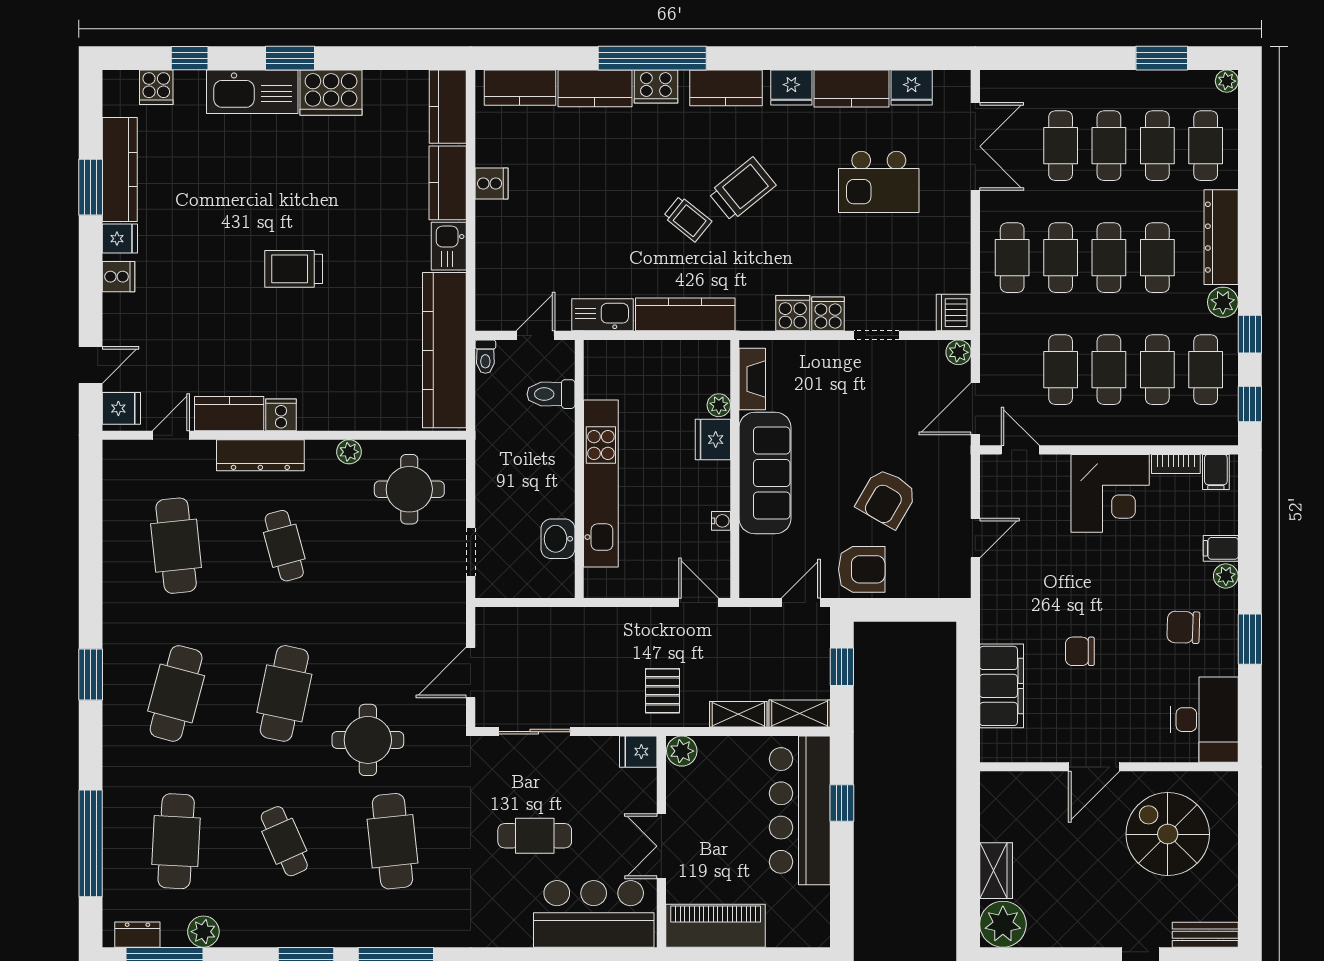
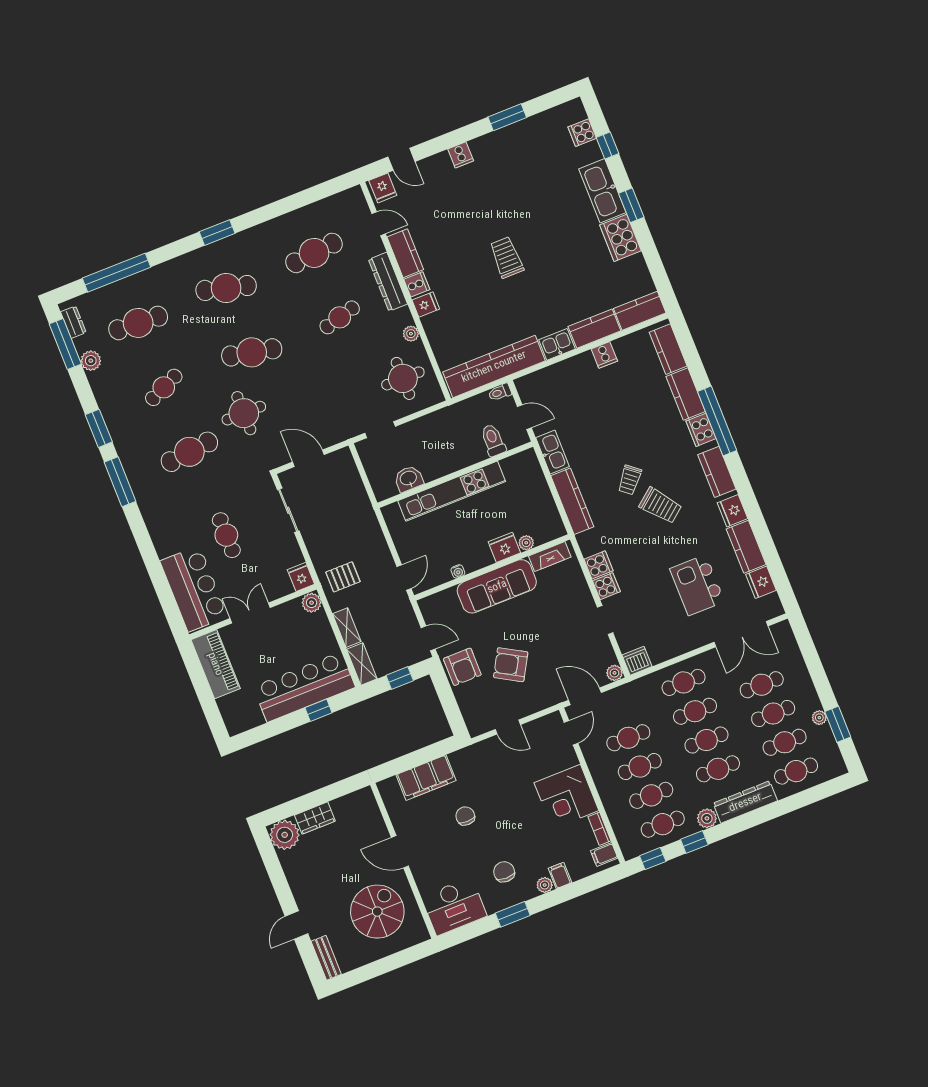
plant: (1227, 81) -> (819, 718), moved
kitchen counter: (120, 169) -> (525, 130), removed
fridge: (120, 239) -> (426, 305), moved, turned -90

